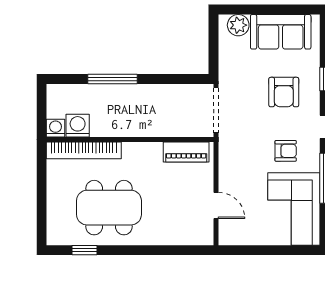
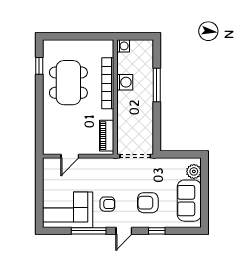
washing machine: (78, 126) -> (125, 82), moved
bookcase: (84, 150) -> (108, 83), moved
armchair: (286, 151) -> (107, 204), turned -90

